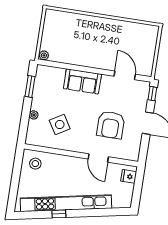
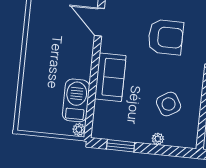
barbecue: (66, 54) -> (76, 100), added
door: (125, 75) -> (99, 22), hinge flipped

